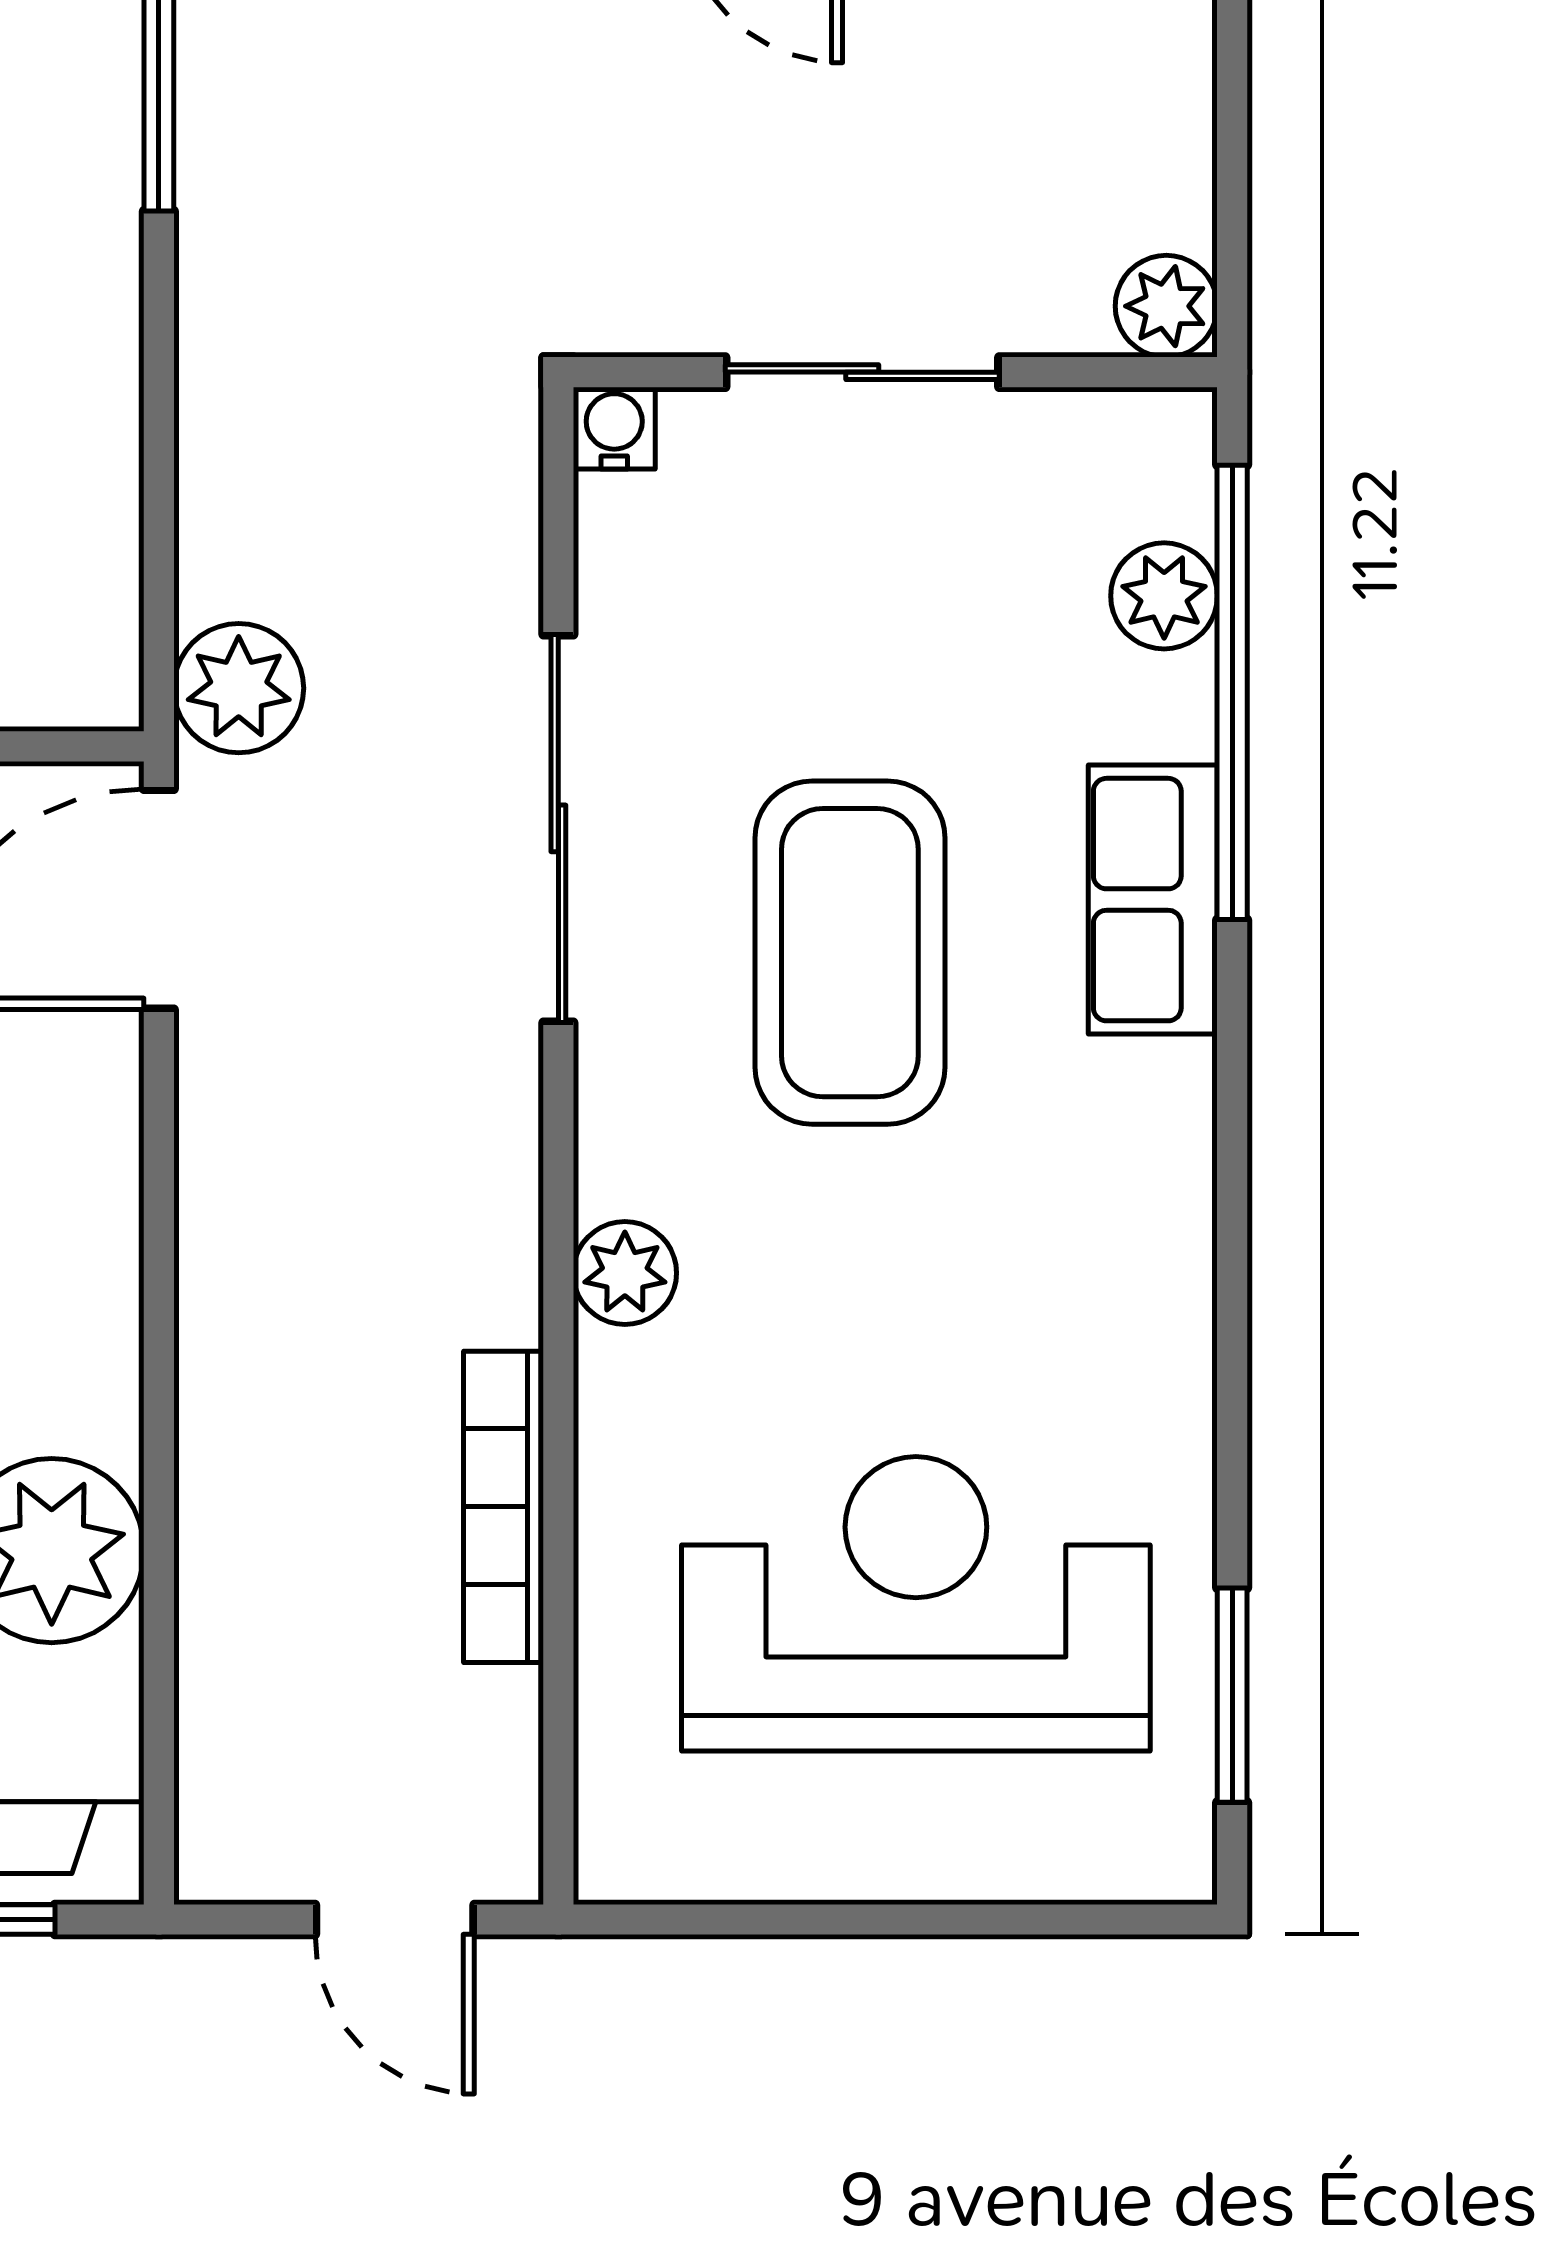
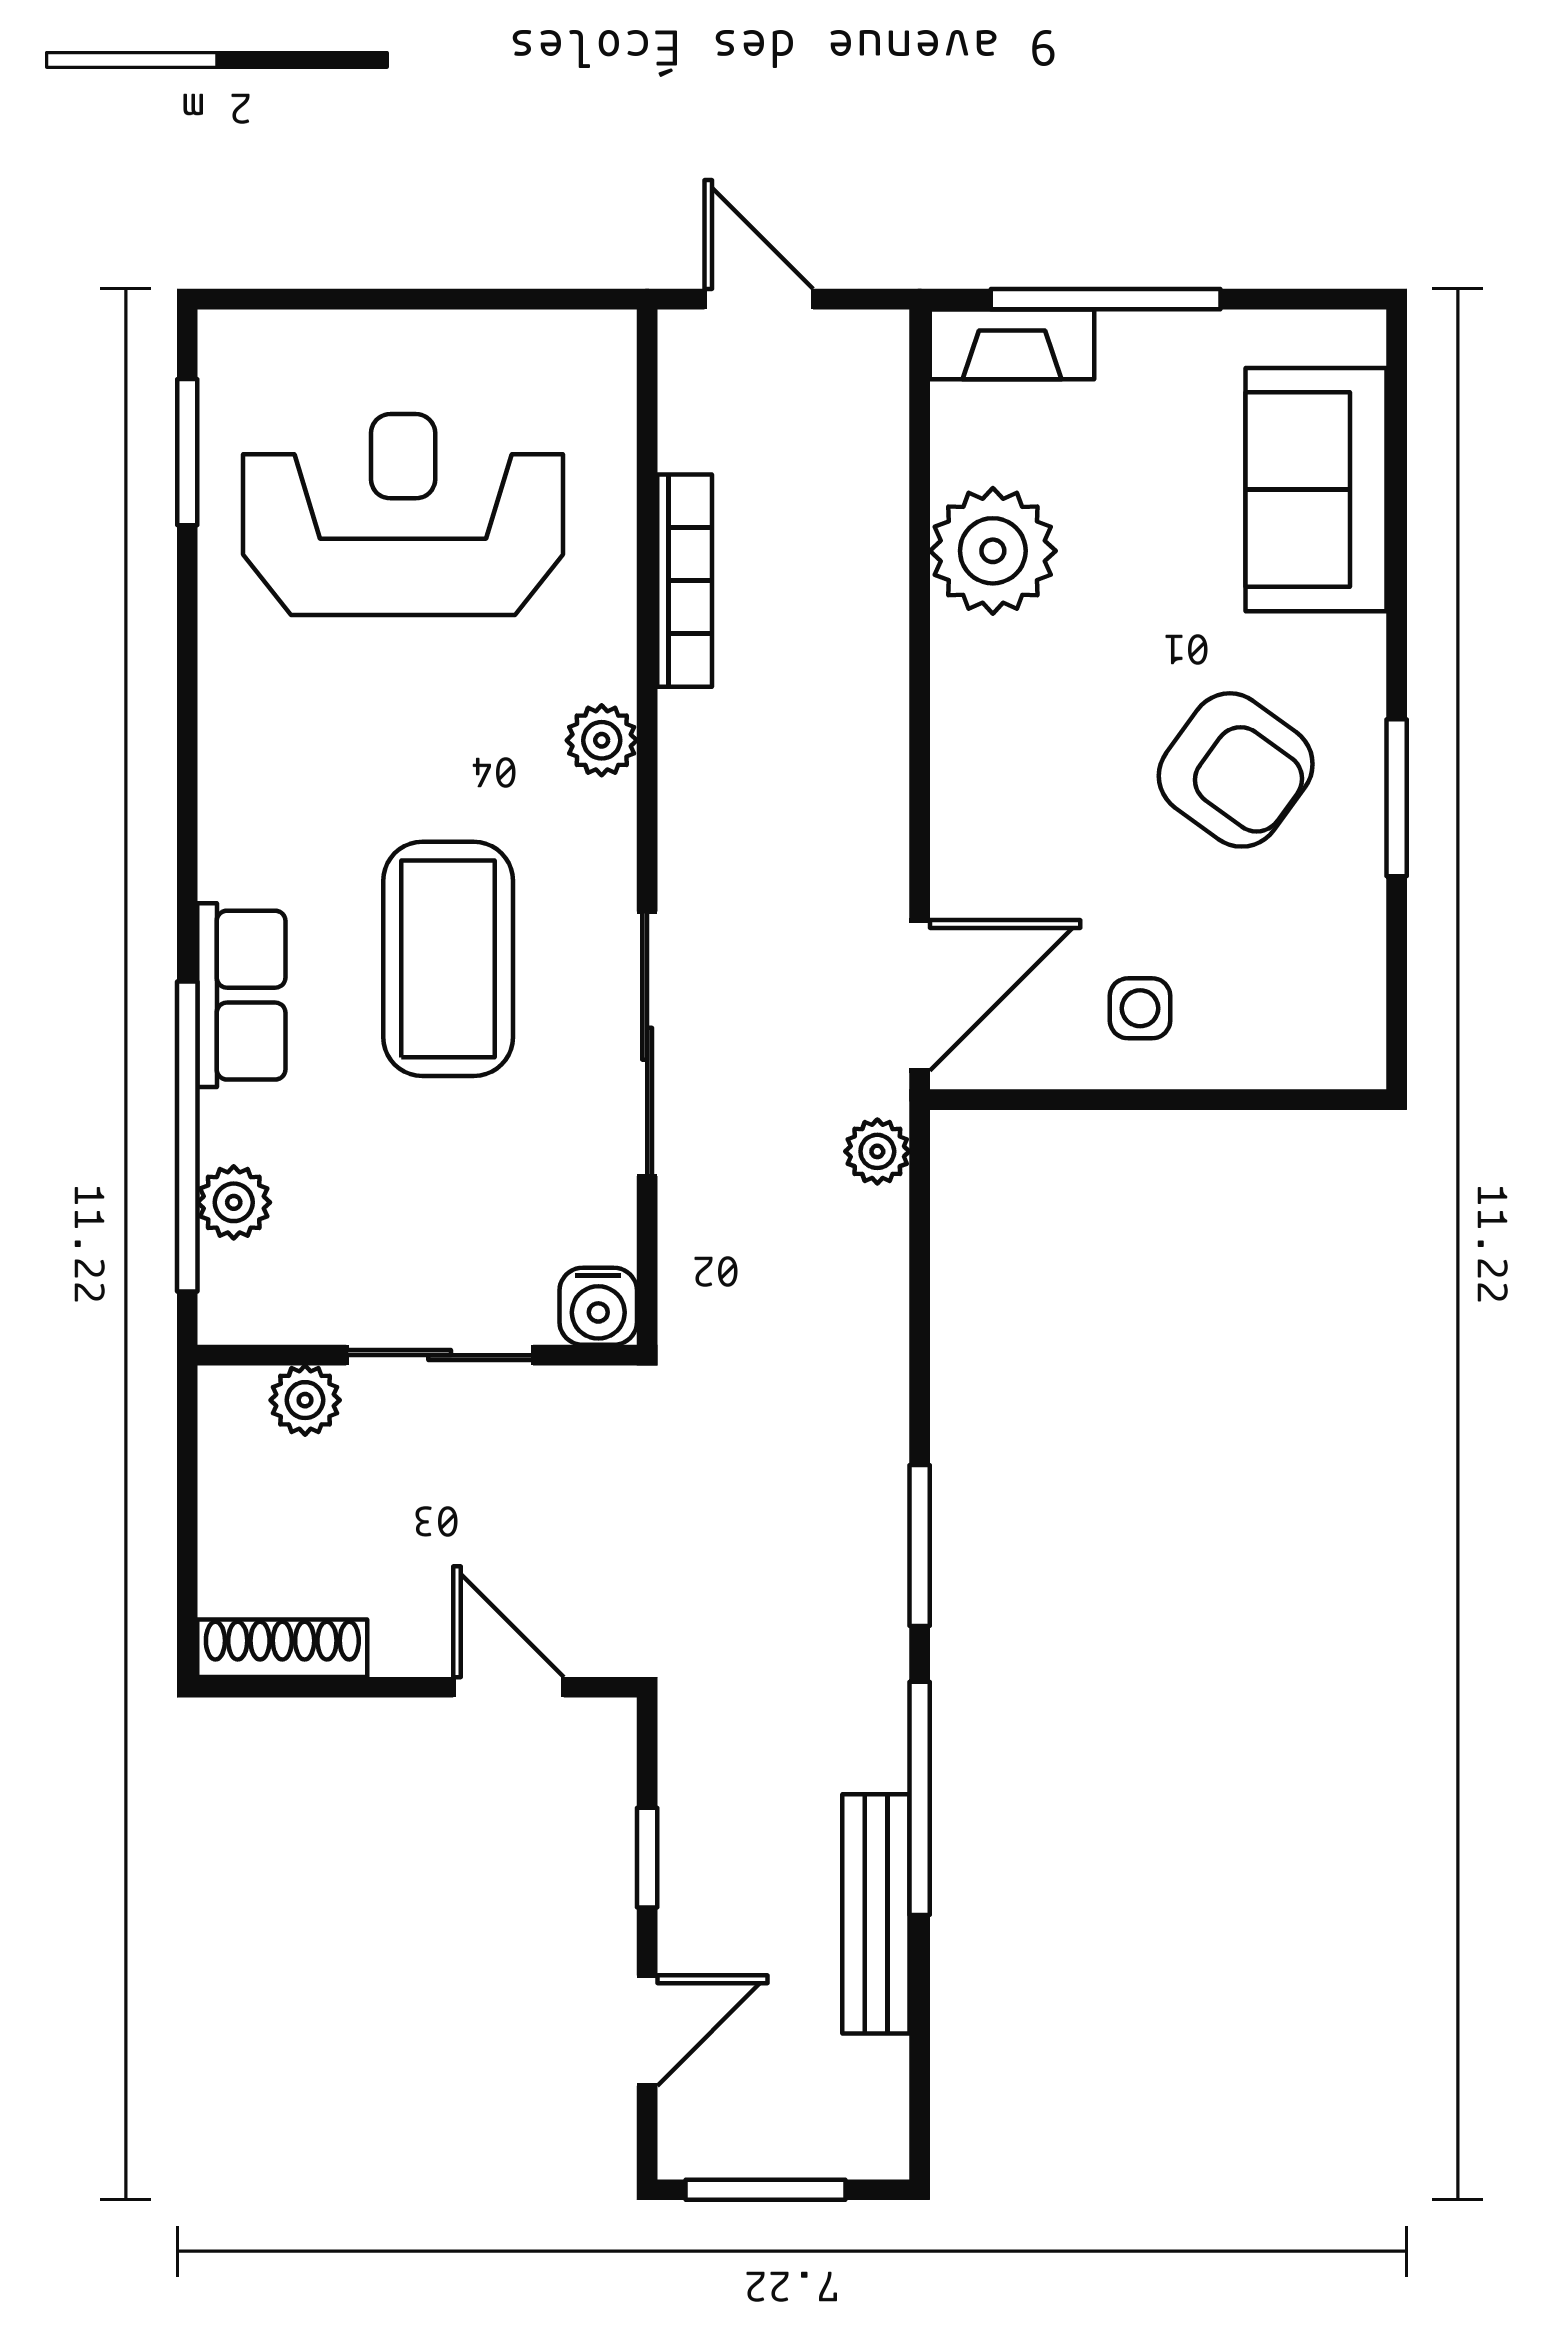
plant: (1166, 306) -> (305, 1400), moved
water cooler: (614, 428) -> (598, 1306), width x1.38, depth x1.38
plant: (239, 688) -> (877, 1151), width x0.73, depth x0.73
reception desk: (916, 1604) -> (403, 515), turned 180

